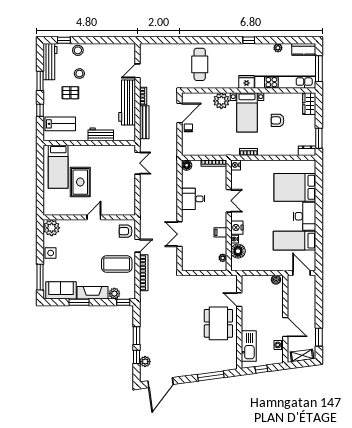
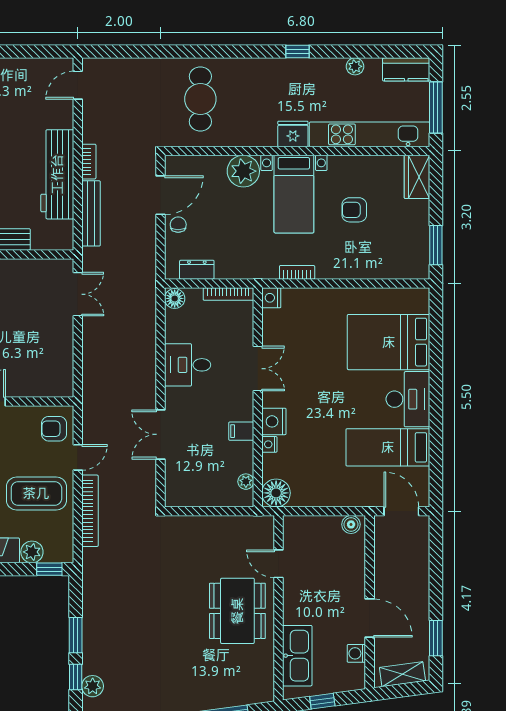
door: (138, 71) -> (78, 85), moved
dresser: (307, 151) -> (197, 270), moved
floor lamp: (238, 251) -> (276, 493), moved

